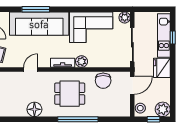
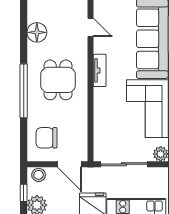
plant: (81, 62) -> (101, 96), removed
chair: (103, 81) -> (47, 138), moved

